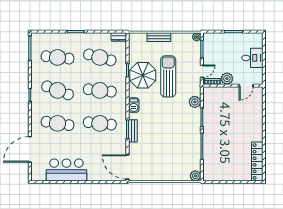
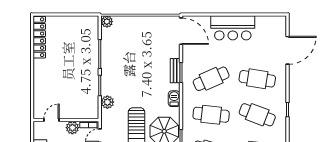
cafe table: (100, 123) -> (211, 79), turned -30
bar counter: (66, 170) -> (233, 28), moved

